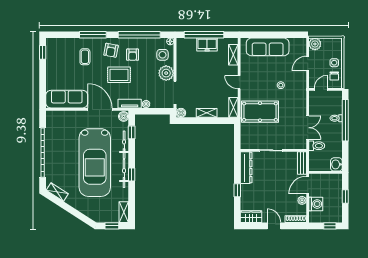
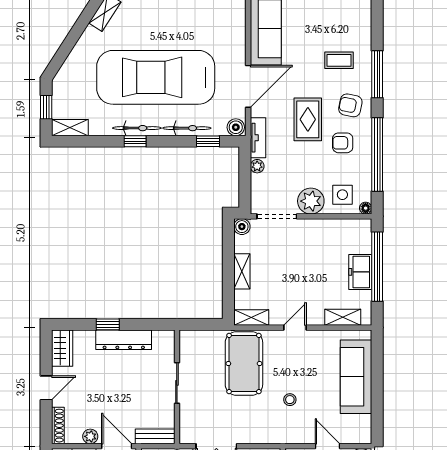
dresser: (246, 168) -> (124, 340), moved

